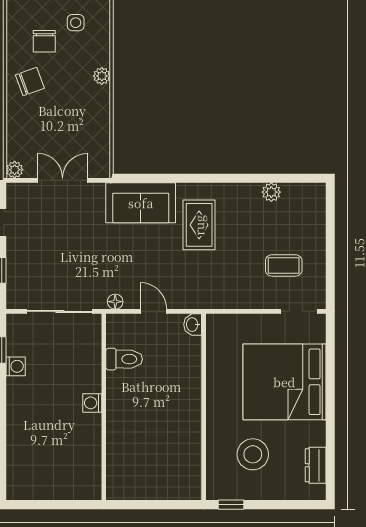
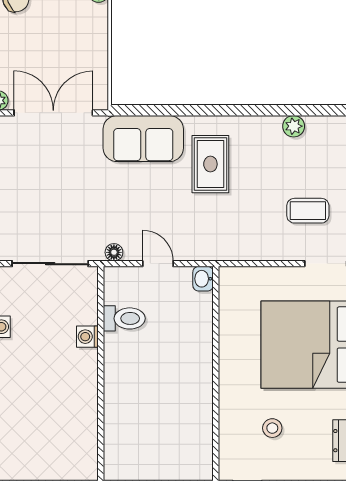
double door: (63, 180) -> (53, 113), width x1.37
washing machine: (92, 403) -> (87, 337), moved
stool: (253, 454) -> (272, 428), width x0.53, depth x0.53

